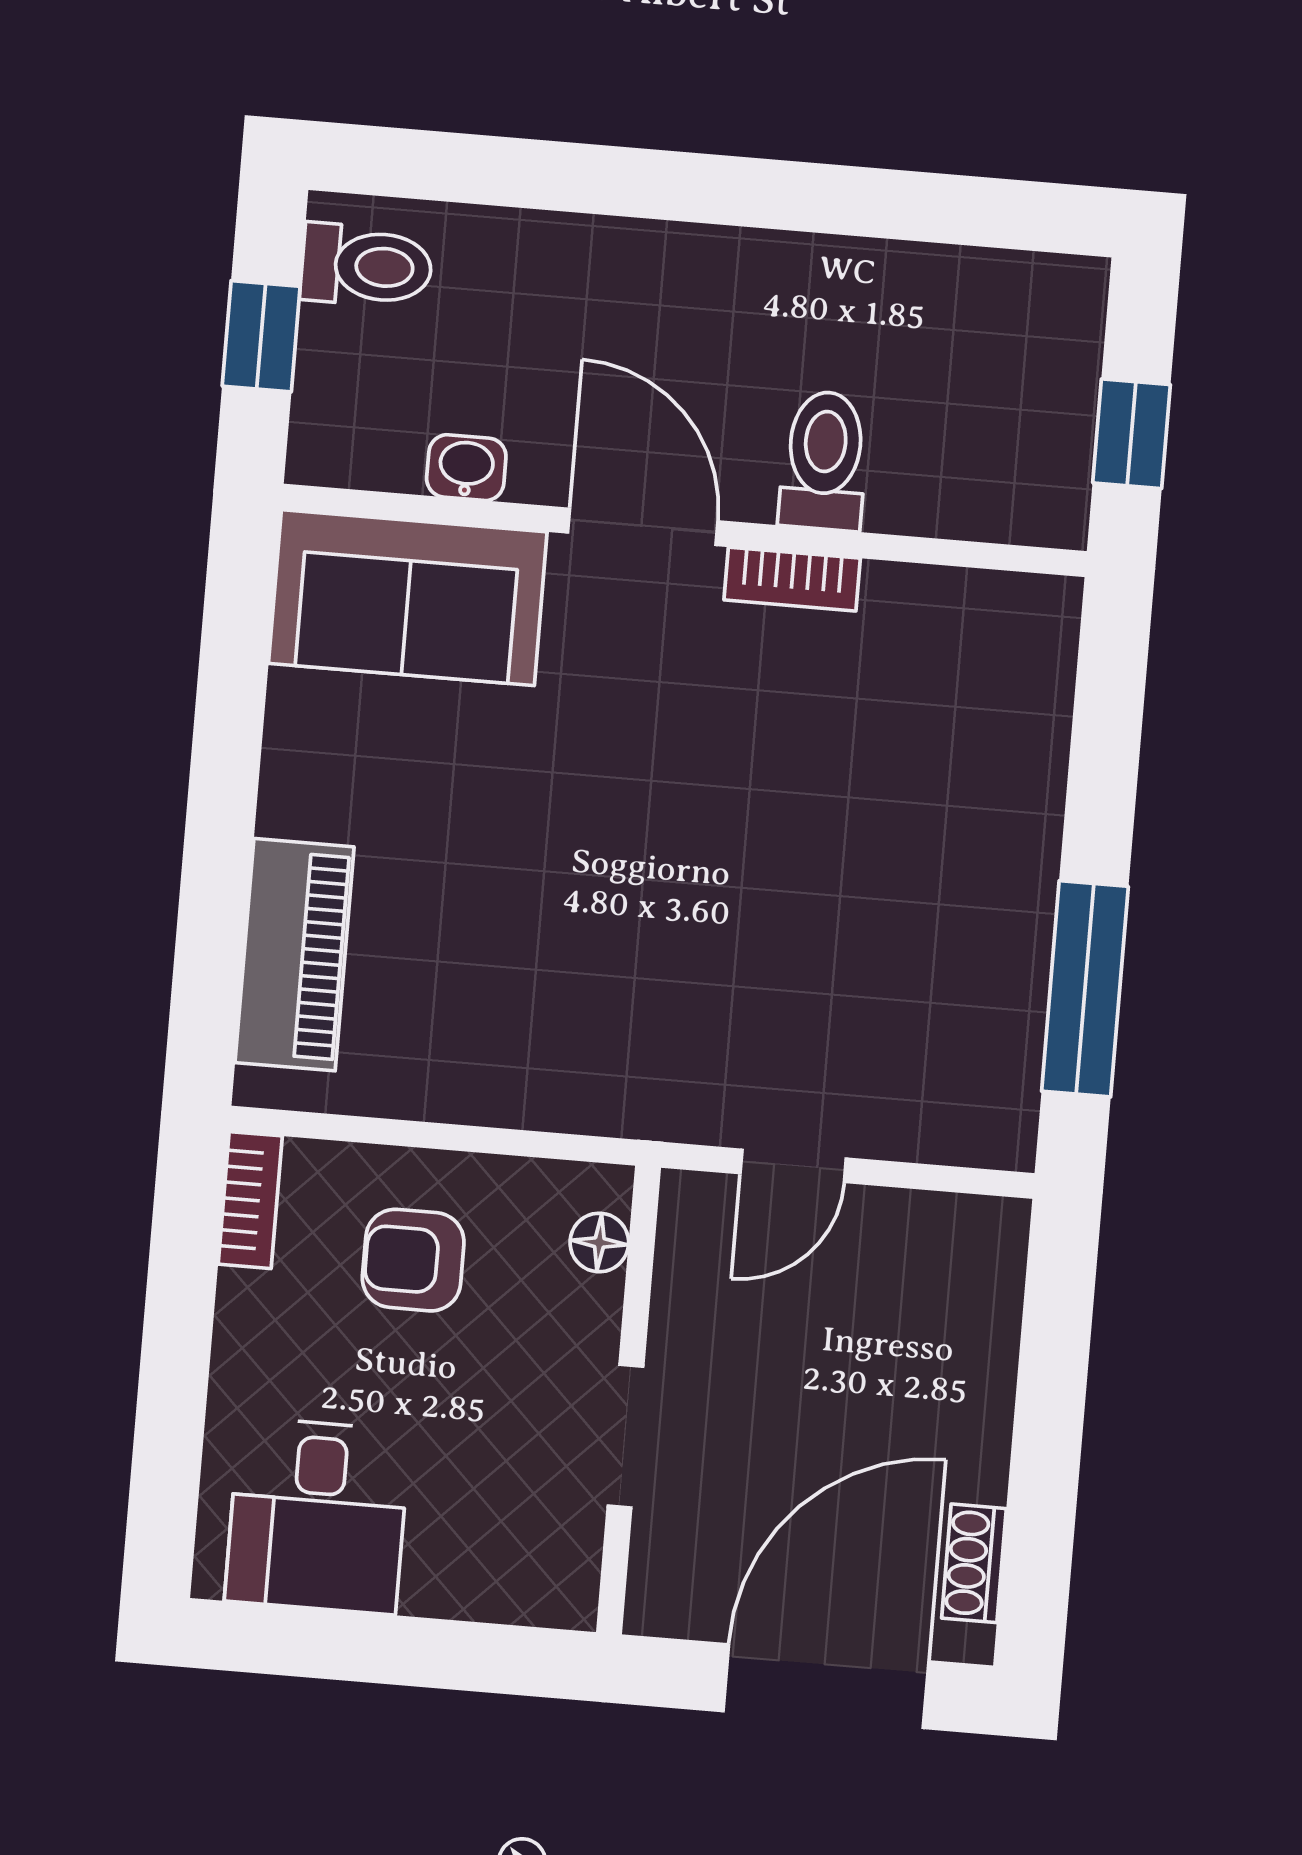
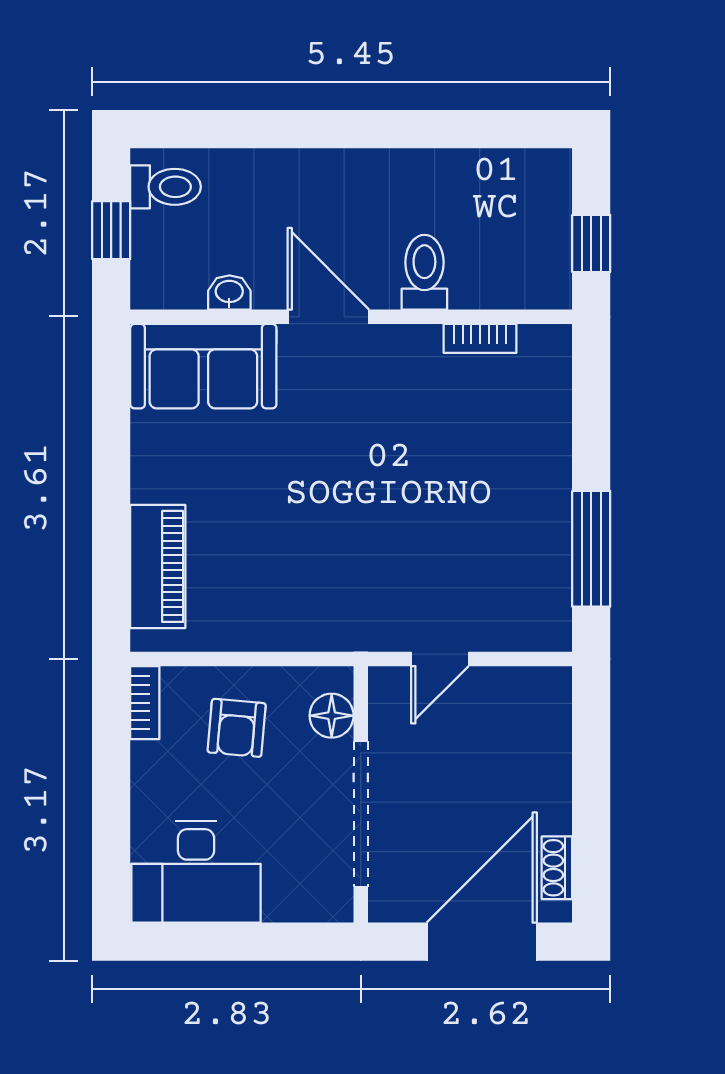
bookcase: (792, 579) -> (480, 338), moved
floor lamp: (599, 1243) -> (332, 716), width x1.37, depth x1.37
armchair: (413, 1260) -> (237, 728), turned -85
doorway: (625, 1436) -> (361, 814), width x1.88
desk: (317, 1516) -> (196, 872), width x1.37

